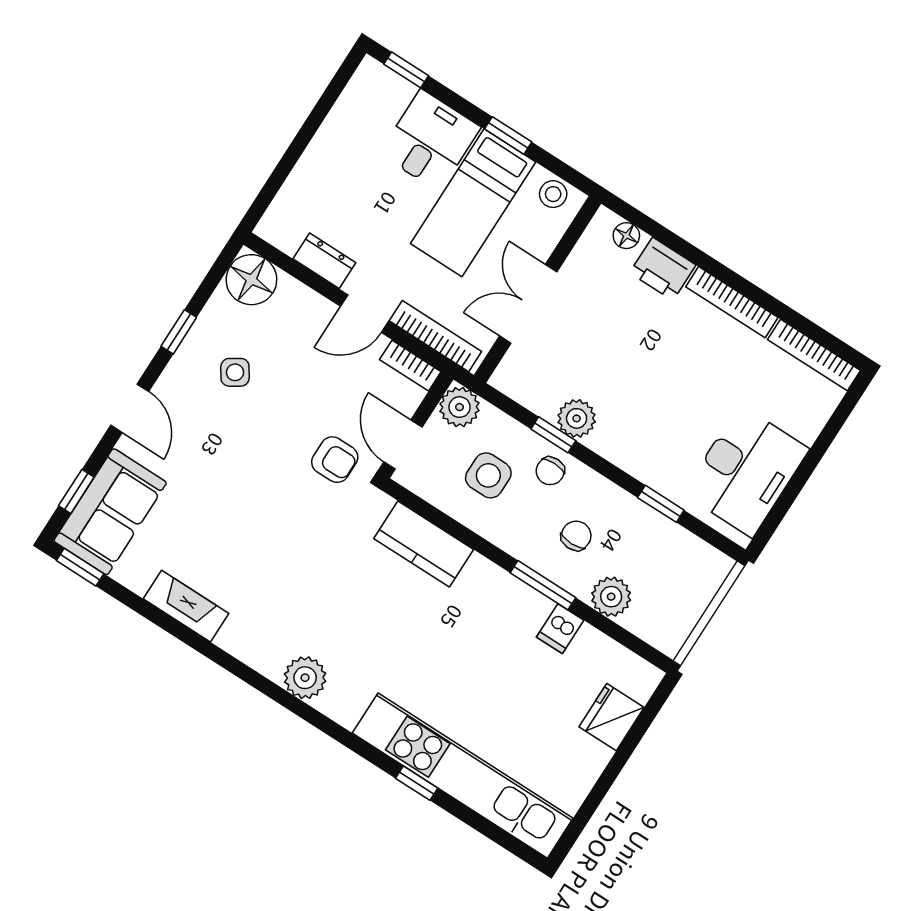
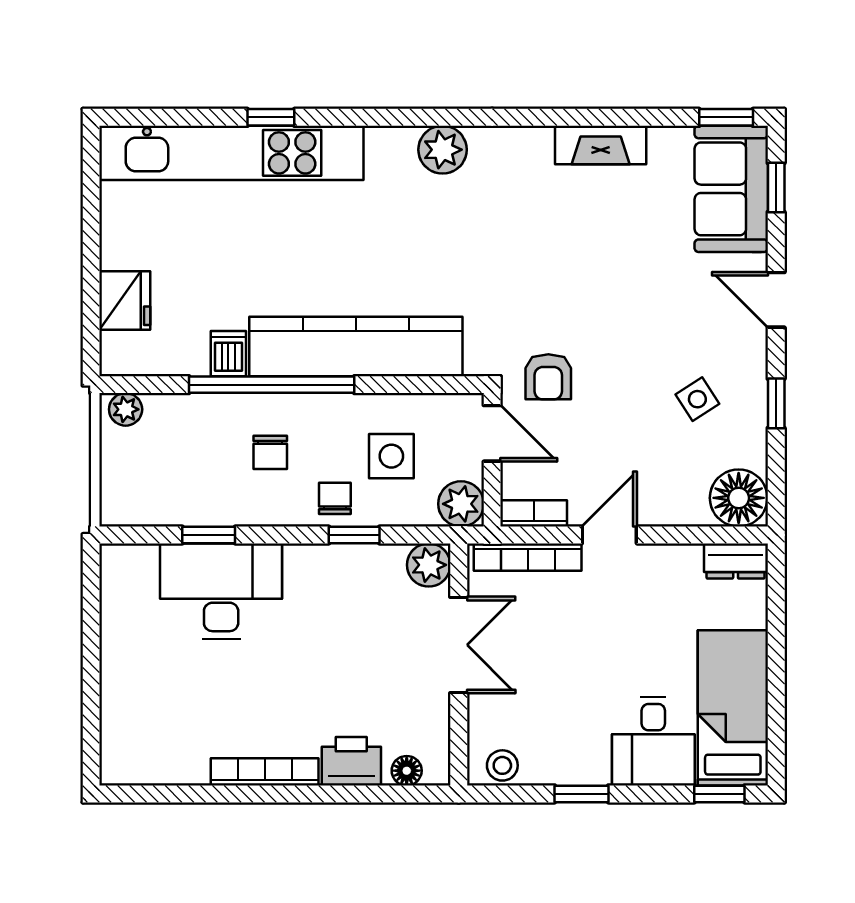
bed: (473, 203) -> (733, 708), moved
dresser: (324, 261) -> (736, 561), moved
bookcase: (814, 355) -> (154, 772), removed
plant: (577, 418) -> (429, 565), moved
armchair: (335, 460) -> (548, 377), turned -90
desk: (746, 471) -> (221, 591), moved, turned 90
kitchen counter: (424, 544) -> (356, 346), width x2.08, depth x1.17
window: (543, 585) -> (272, 385), width x2.11
plant: (611, 597) -> (126, 409), moved, width x0.73, depth x0.73

